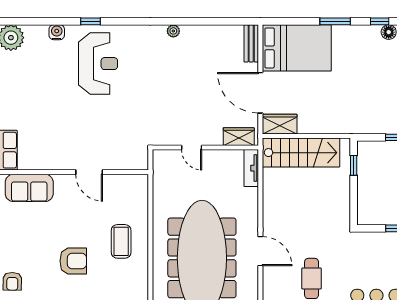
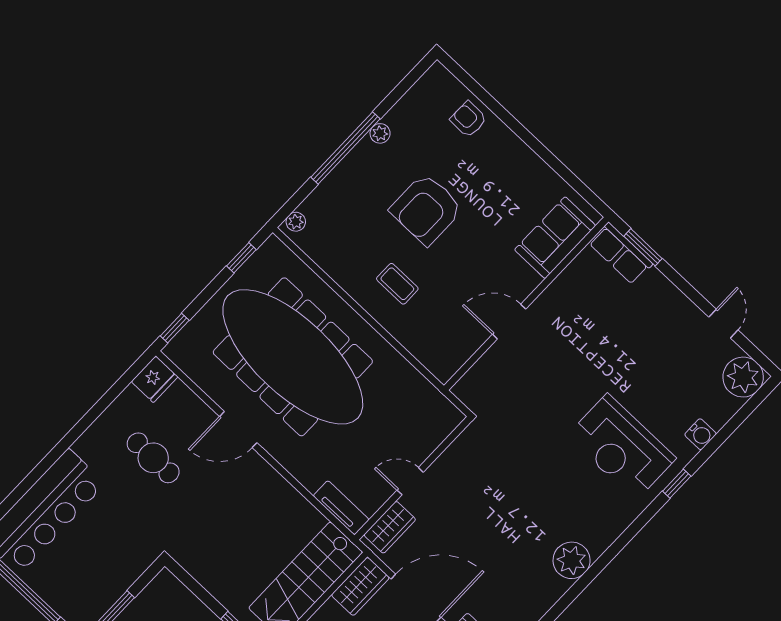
plant: (173, 31) -> (572, 560), width x1.88, depth x1.88
door: (192, 147) -> (410, 481), moved
coffee table: (121, 241) -> (397, 284), width x0.73, depth x0.77
armchair: (73, 261) -> (426, 209), width x1.36, depth x1.36

